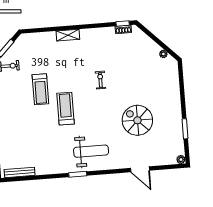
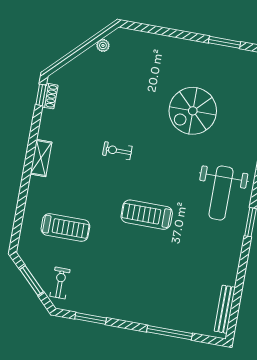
shelving: (68, 35) -> (41, 158), moved
treadmill: (40, 89) -> (65, 228), moved
weight bench: (91, 151) -> (221, 193), turned 180

